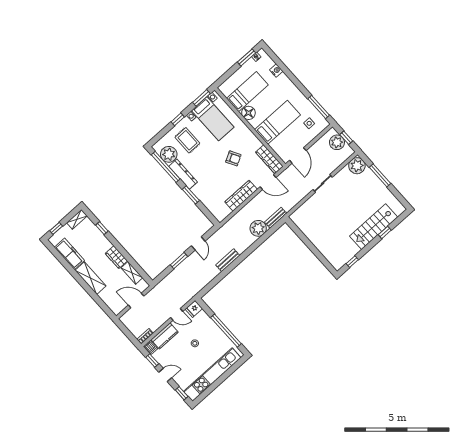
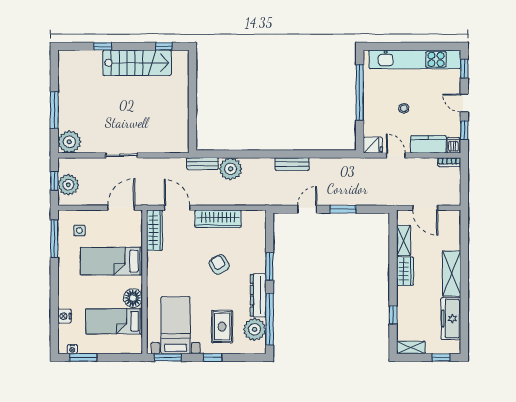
armchair: (233, 158) -> (219, 264), moved
stairs: (374, 227) -> (137, 63), moved

